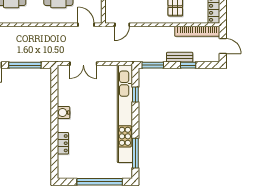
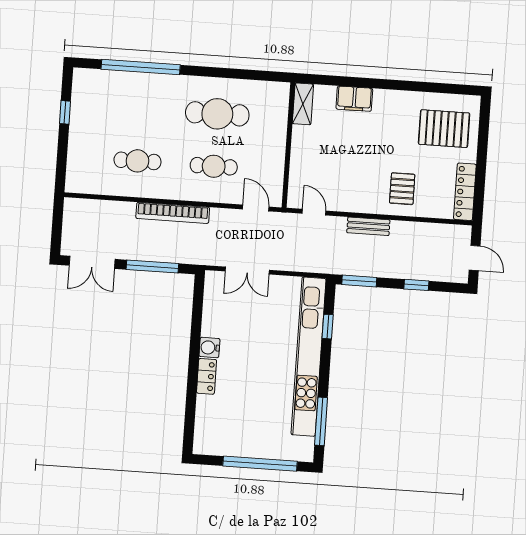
door: (122, 25) -> (314, 212), swing flipped
bookcase: (197, 31) -> (173, 213), moved
bench: (180, 57) -> (368, 226), moved
locker: (63, 143) -> (207, 376), moved

